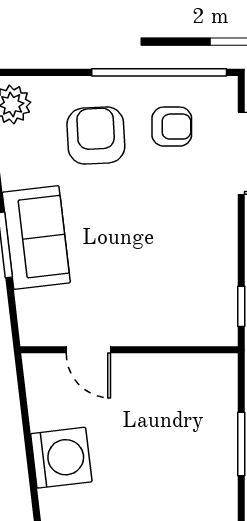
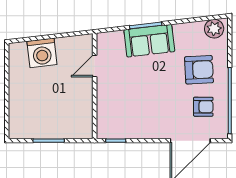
armchair: (172, 127) -> (203, 107), turned -90

